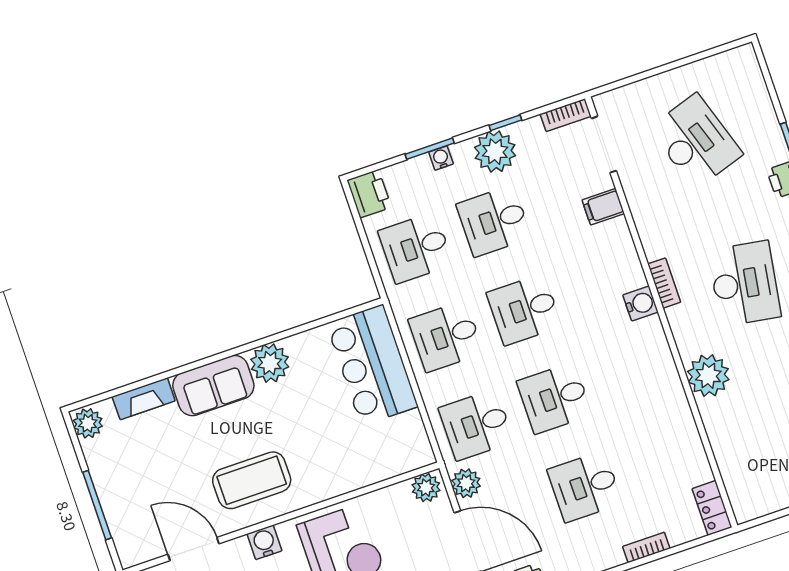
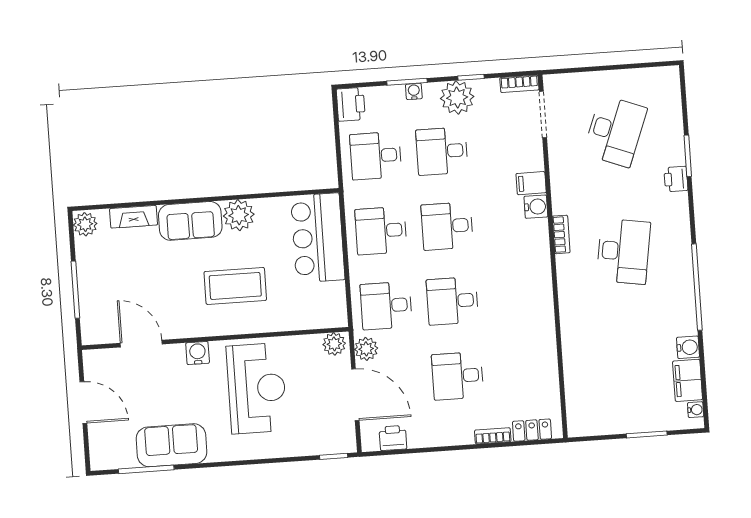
desk: (696, 141) -> (615, 131), turned 39
filing cabinet: (603, 207) -> (531, 183), moved
water cooler: (641, 304) -> (536, 207), moved
plant: (708, 376) -> (576, 315), removed
coffee table: (252, 480) -> (235, 286), moved
locker: (712, 508) -> (532, 430), moved, turned 90

